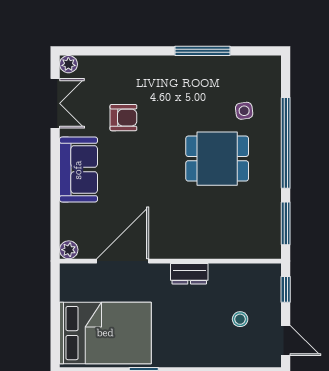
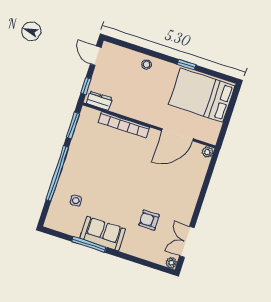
dining table: (217, 159) -> (101, 177), removed
sofa: (78, 170) -> (103, 234), moved, turned 90
bookcase: (209, 250) -> (124, 125), added
dresser: (189, 274) -> (99, 101), moved
stool: (240, 319) -> (147, 64), moved

